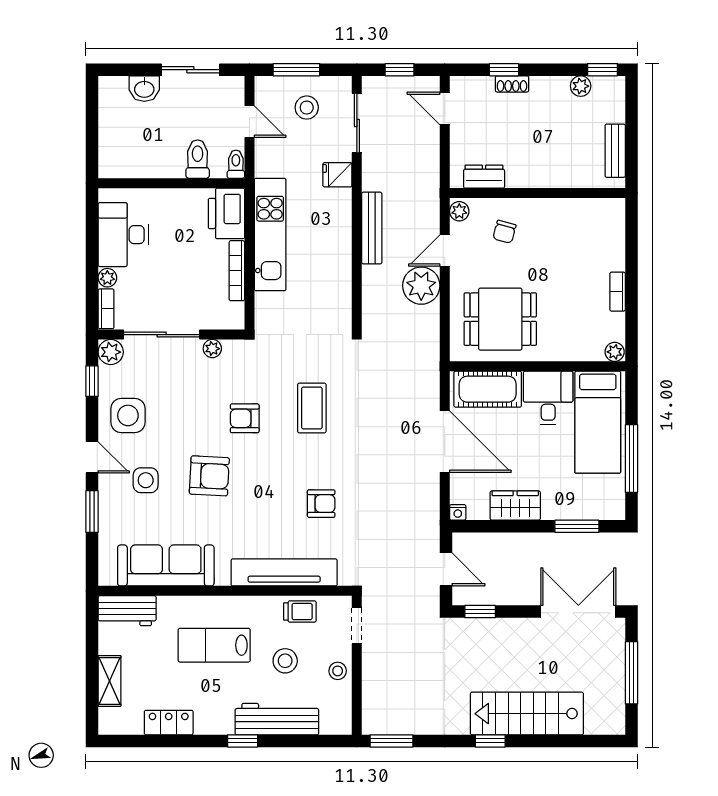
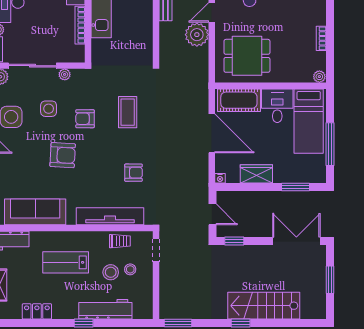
side table: (146, 480) -> (49, 109), moved
stool: (338, 671) -> (130, 269), moved
window: (631, 673) -> (330, 280), width x0.69

